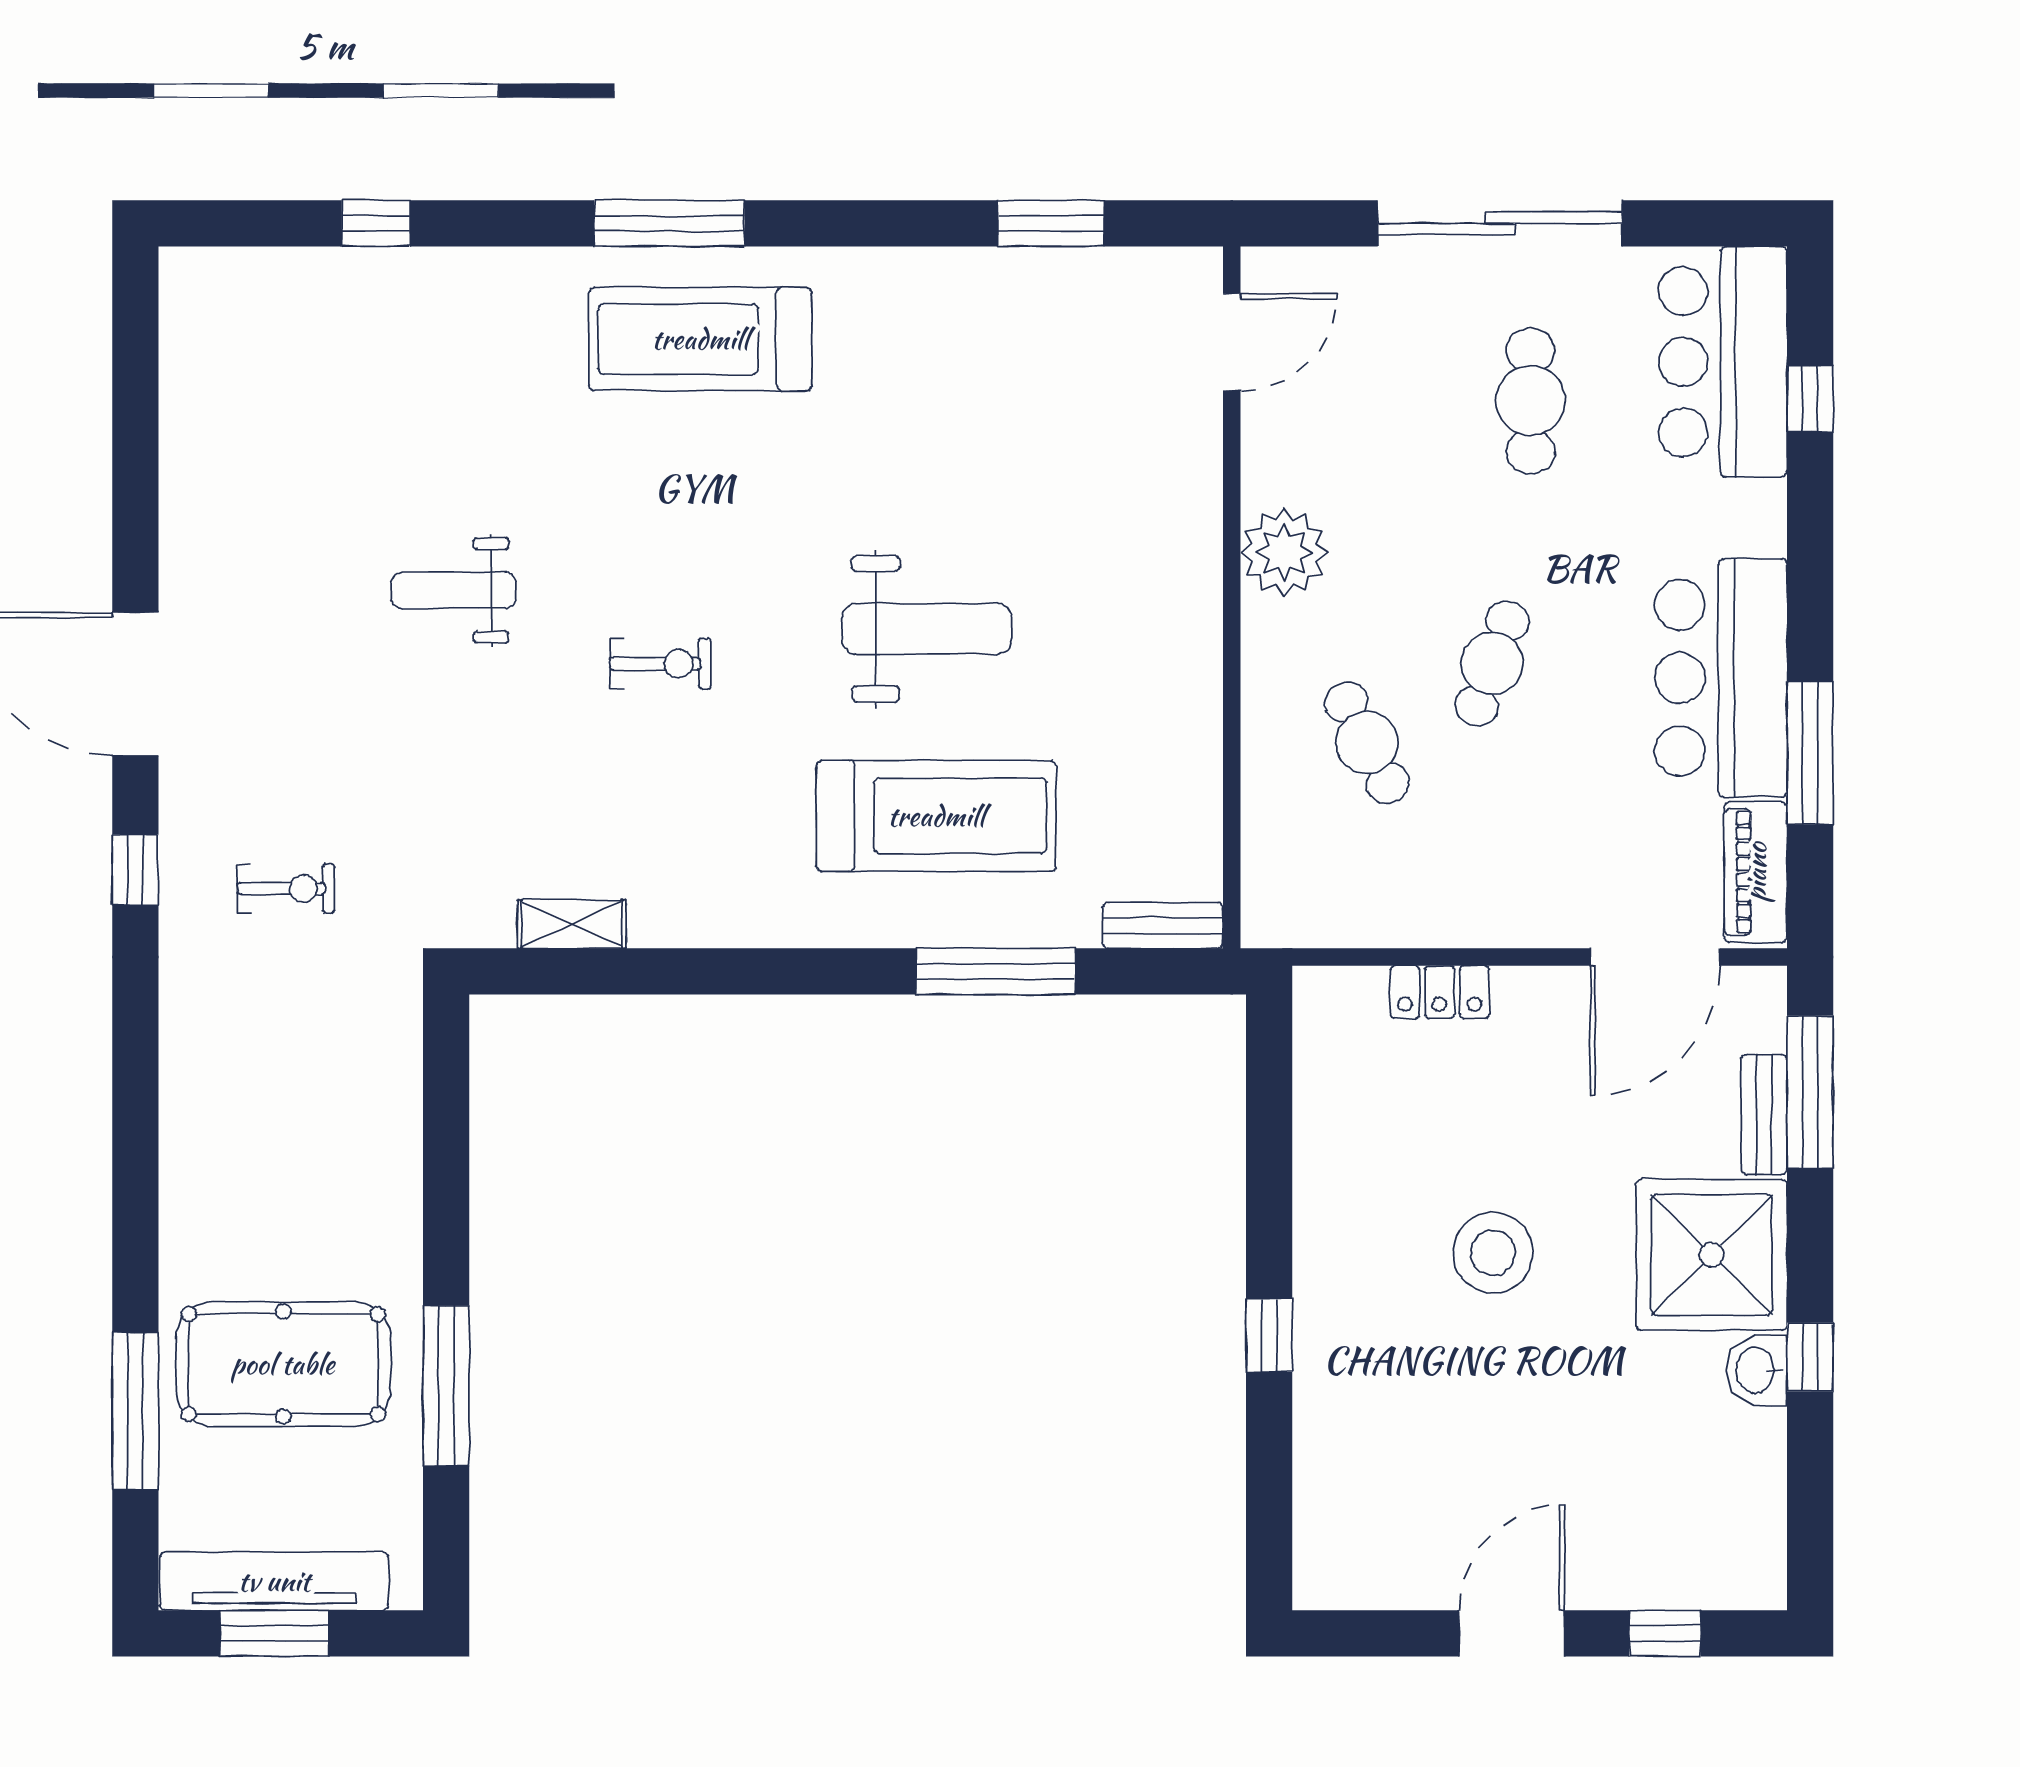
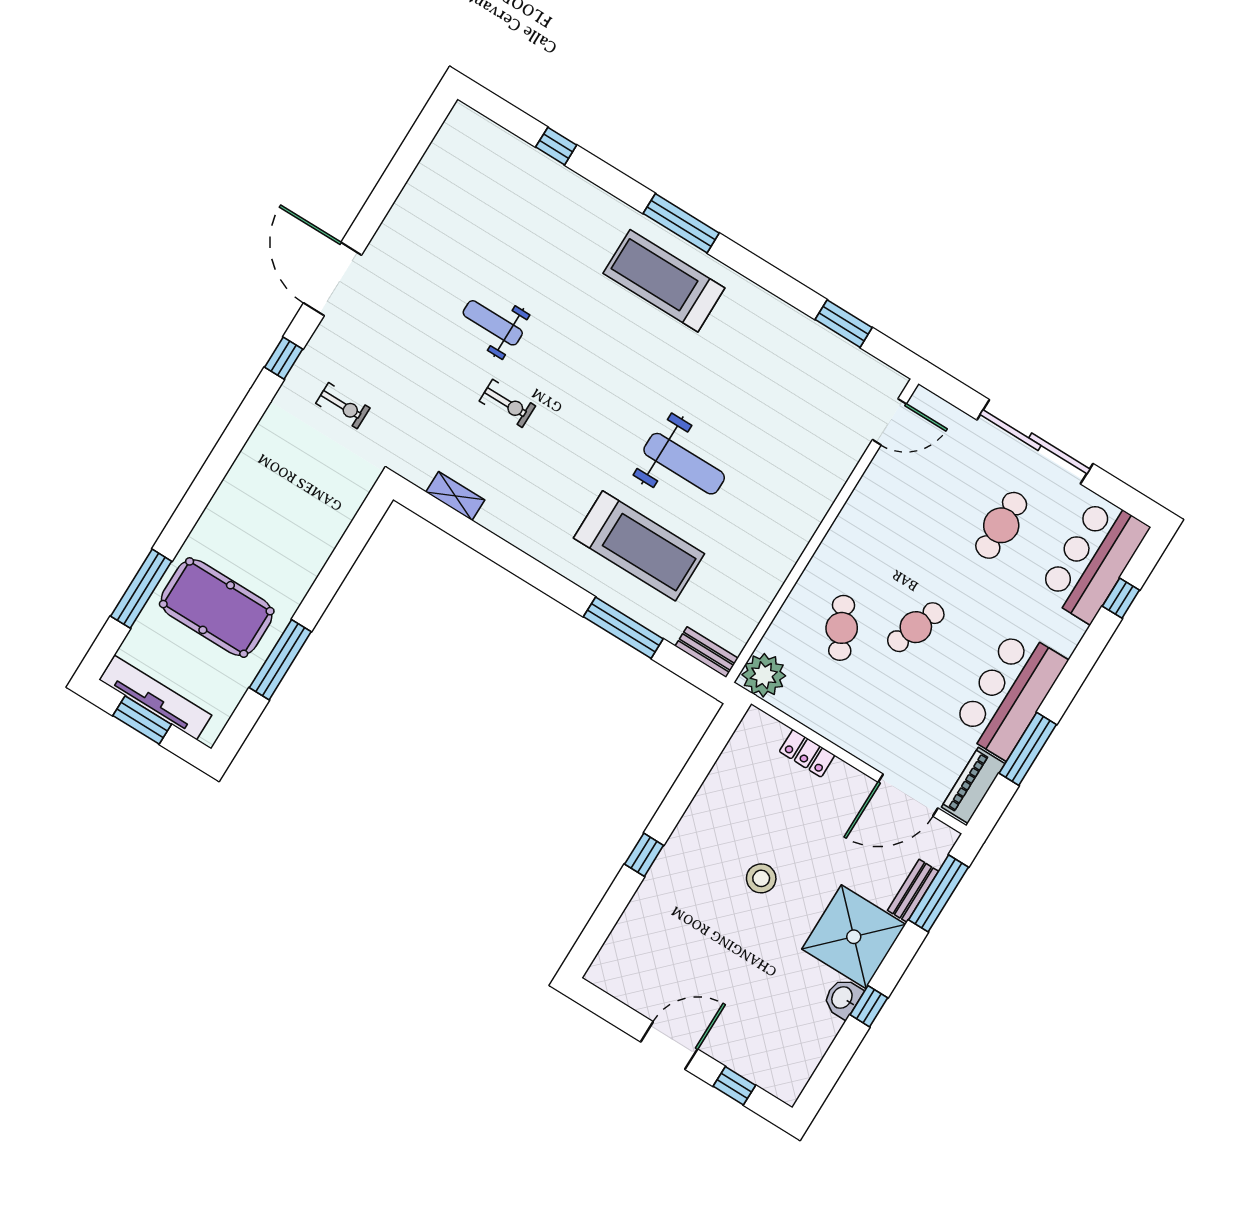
plant: (1284, 552) -> (764, 675), moved
exercise bike: (660, 664) -> (507, 403), moved
stool: (1493, 1253) -> (761, 878), width x0.73, depth x0.73

